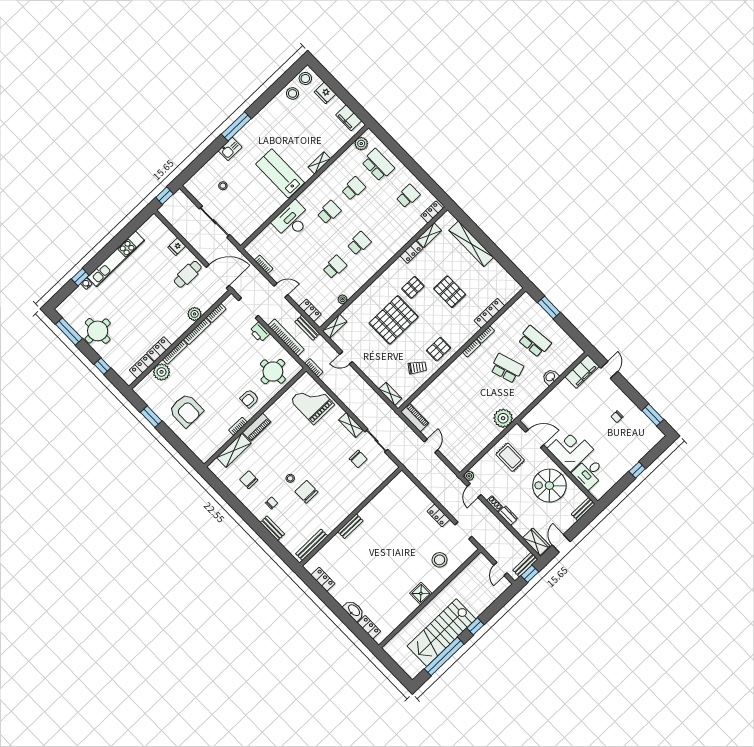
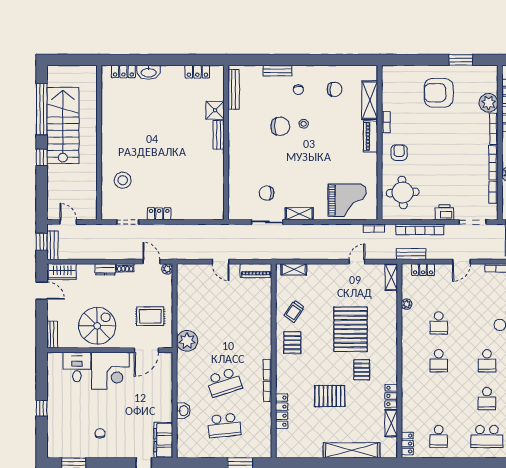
shower: (421, 593) -> (215, 110), moved

